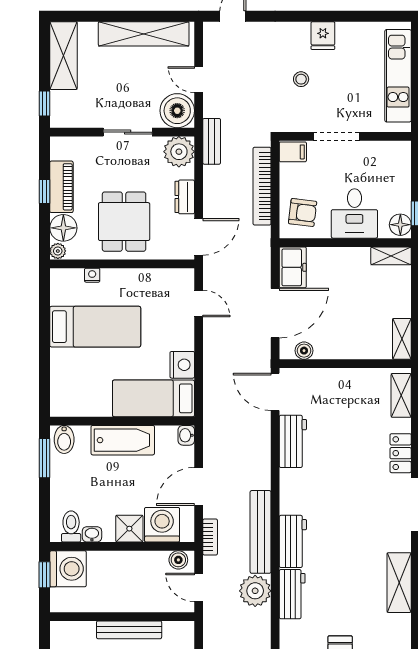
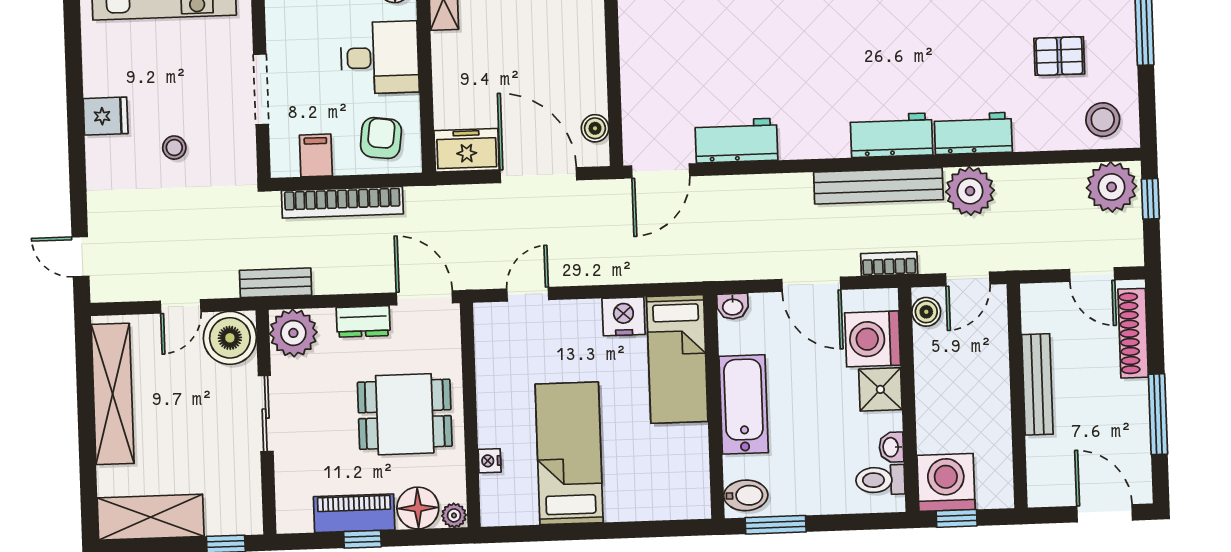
filing cabinet: (293, 152) -> (316, 155), moved

